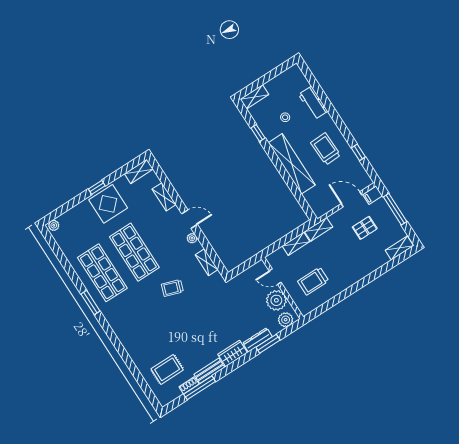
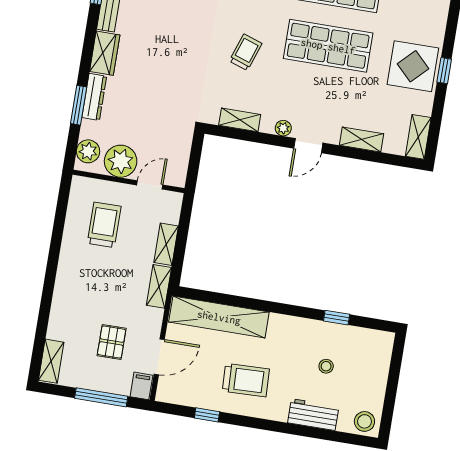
stool: (295, 76) -> (364, 421), added
shelving: (254, 97) -> (383, 352), removed
shelving: (292, 164) -> (219, 317), moved

